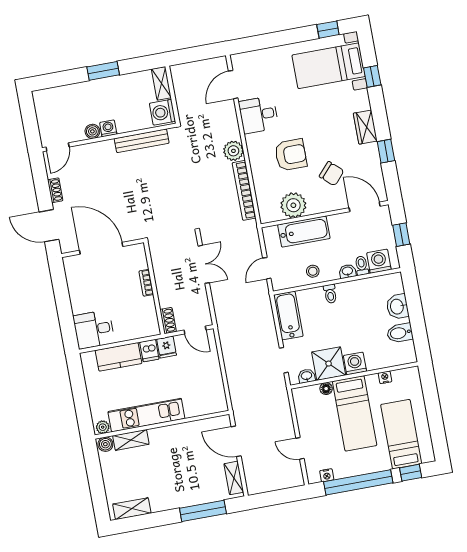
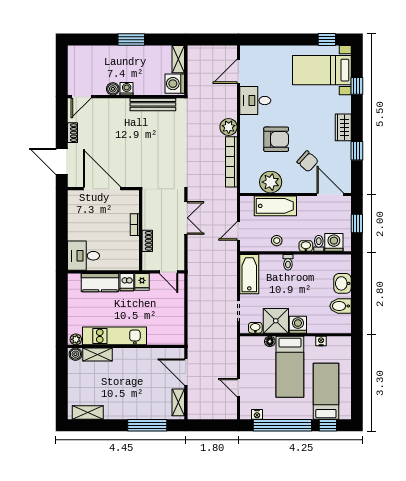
shoe rack: (168, 321) -> (147, 241), moved

